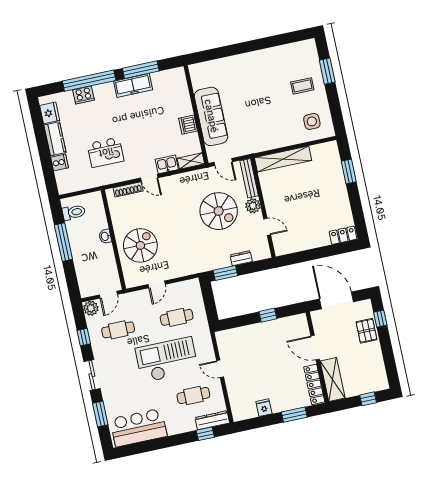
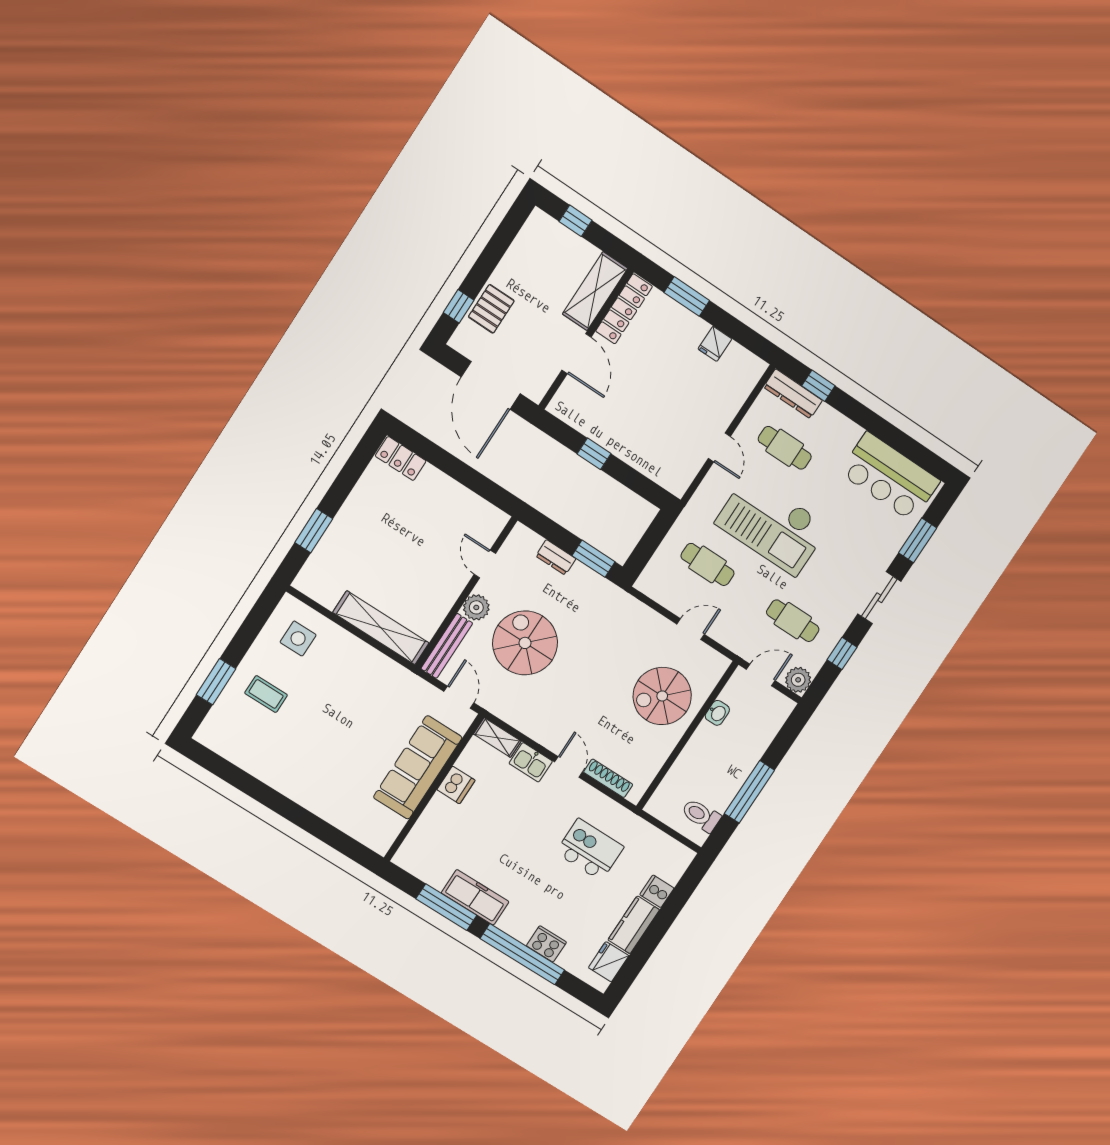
washbasin: (105, 236) -> (717, 713), moved

